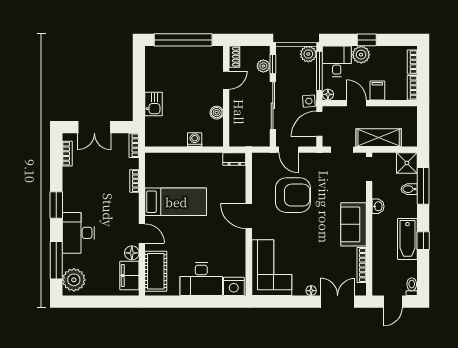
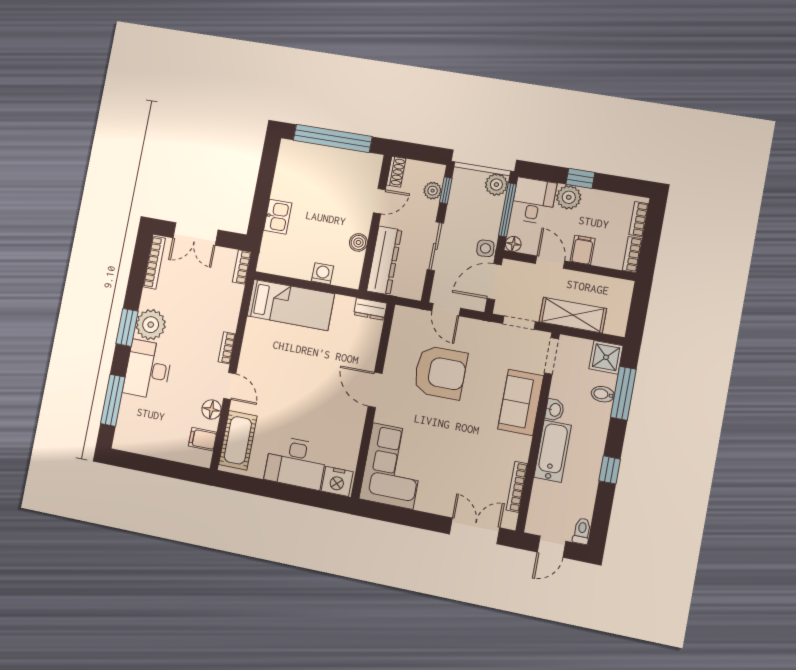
sliding door: (273, 106) -> (435, 246), width x0.73
dresser: (238, 122) -> (384, 260), added
bookcase: (67, 154) -> (154, 263), width x1.56
bookcase: (134, 181) -> (227, 348), moved
bed: (176, 202) -> (291, 305), moved
sofa: (353, 224) -> (521, 402), moved
bathtub: (407, 239) -> (553, 451), moved, turned 180
filing cabinet: (129, 275) -> (203, 439), width x0.50
plant: (74, 280) -> (151, 325), moved
floor lamp: (311, 291) -> (441, 508), removed

